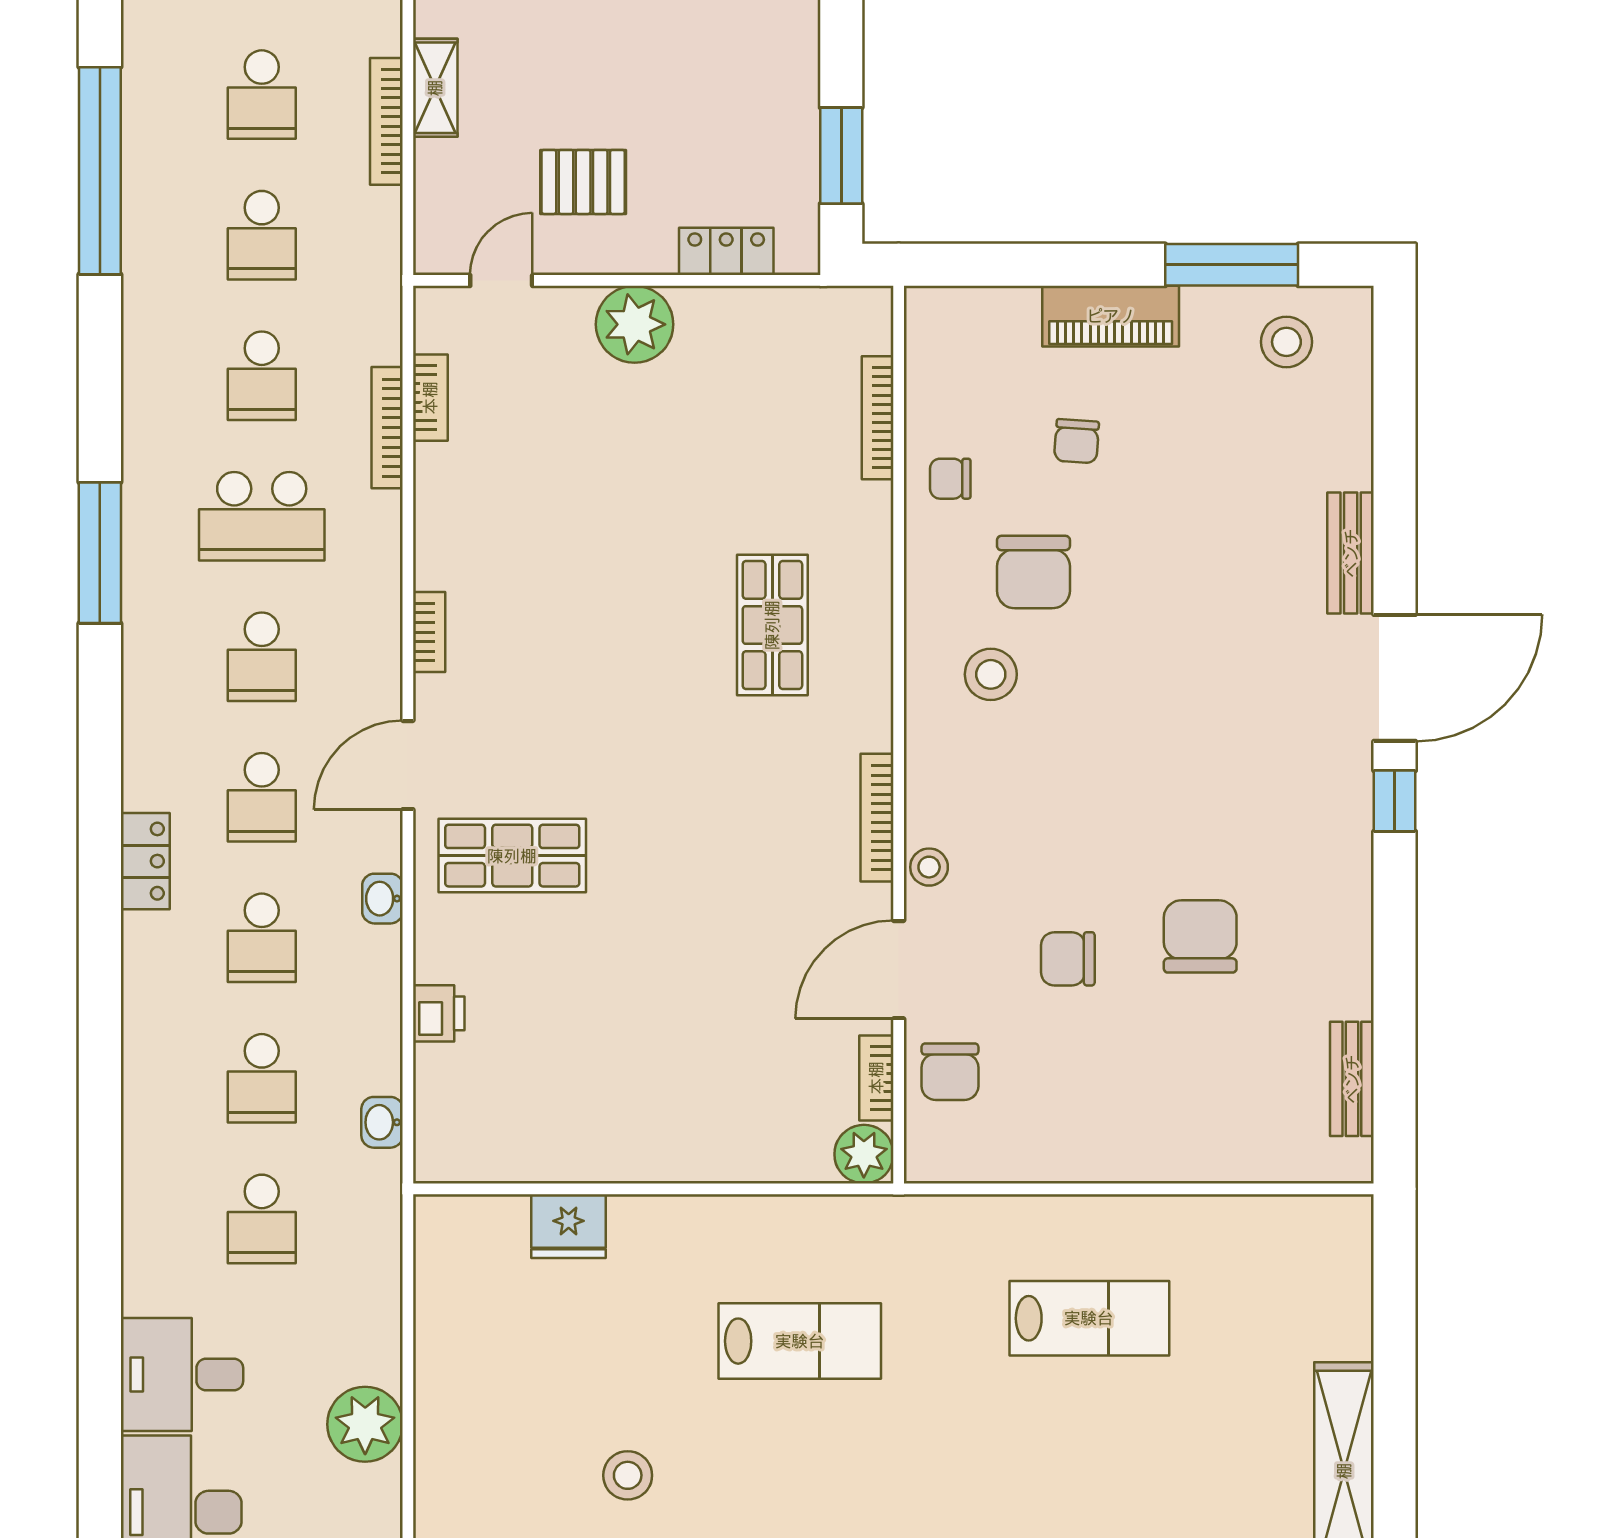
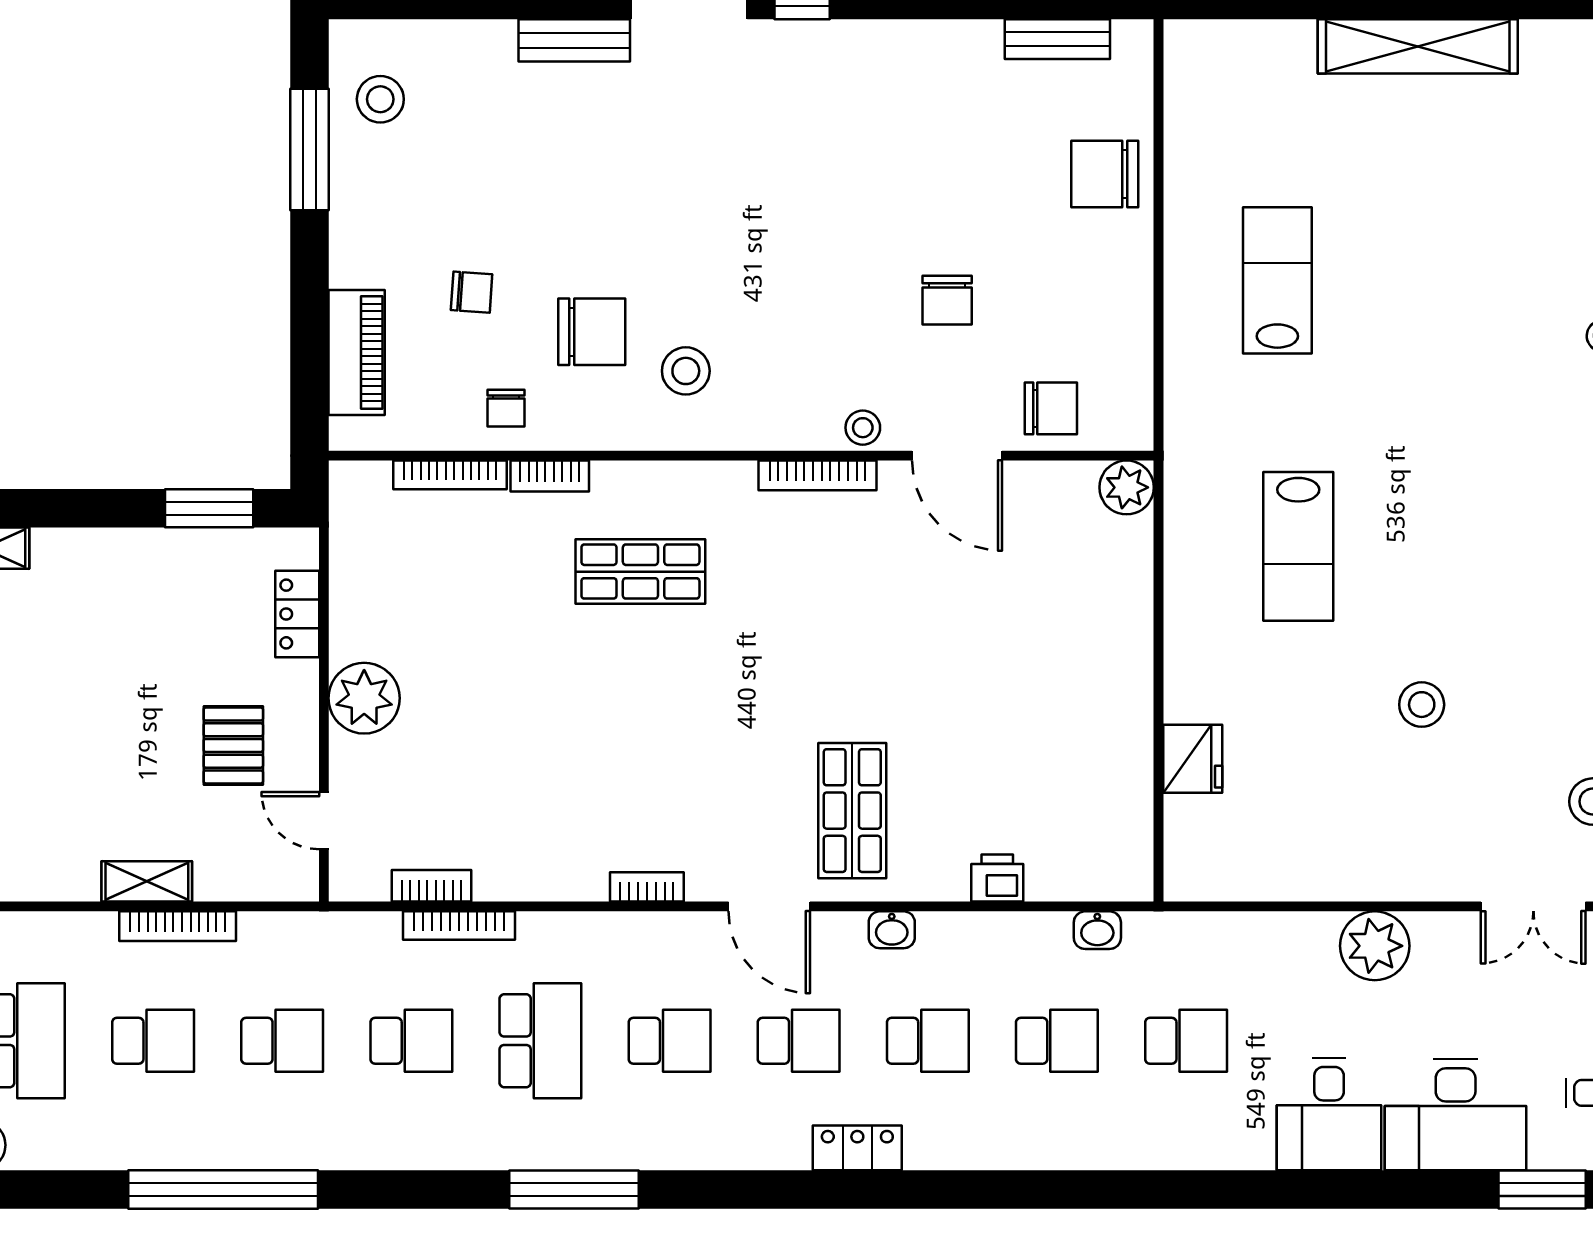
piano: (1111, 316) -> (357, 352), moved
chair: (1200, 936) -> (1105, 174), moved
bookcase: (876, 1078) -> (550, 476), moved
lab bench: (800, 1341) -> (1298, 546), turned 180

